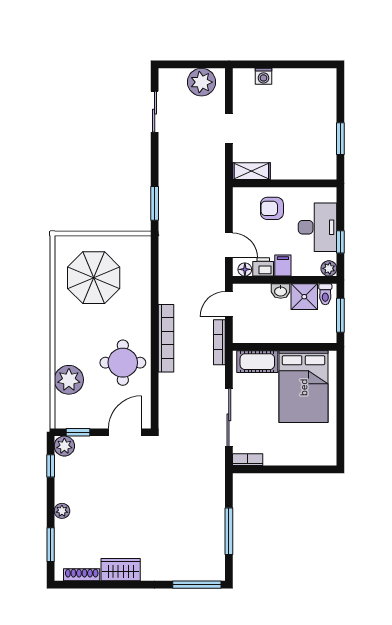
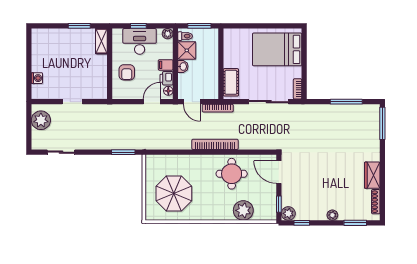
shelving: (251, 171) -> (101, 41), moved
window: (340, 242) -> (138, 26), moved
bed: (304, 387) -> (277, 49), moved, turned 180

